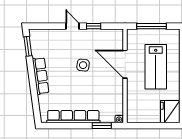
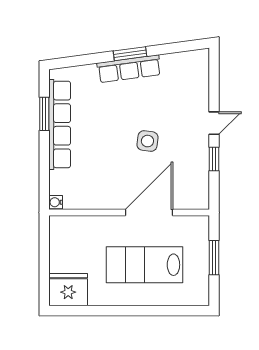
window: (152, 26) -> (214, 258), width x0.69
window: (28, 46) -> (130, 54), moved
window: (102, 126) -> (44, 114), moved

